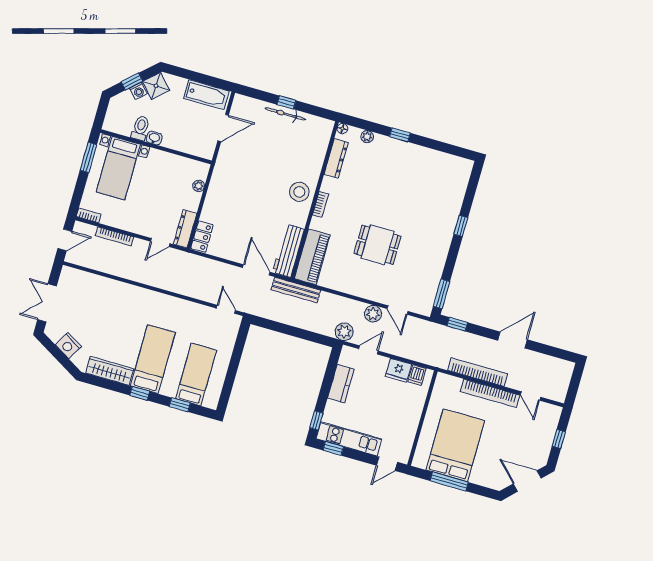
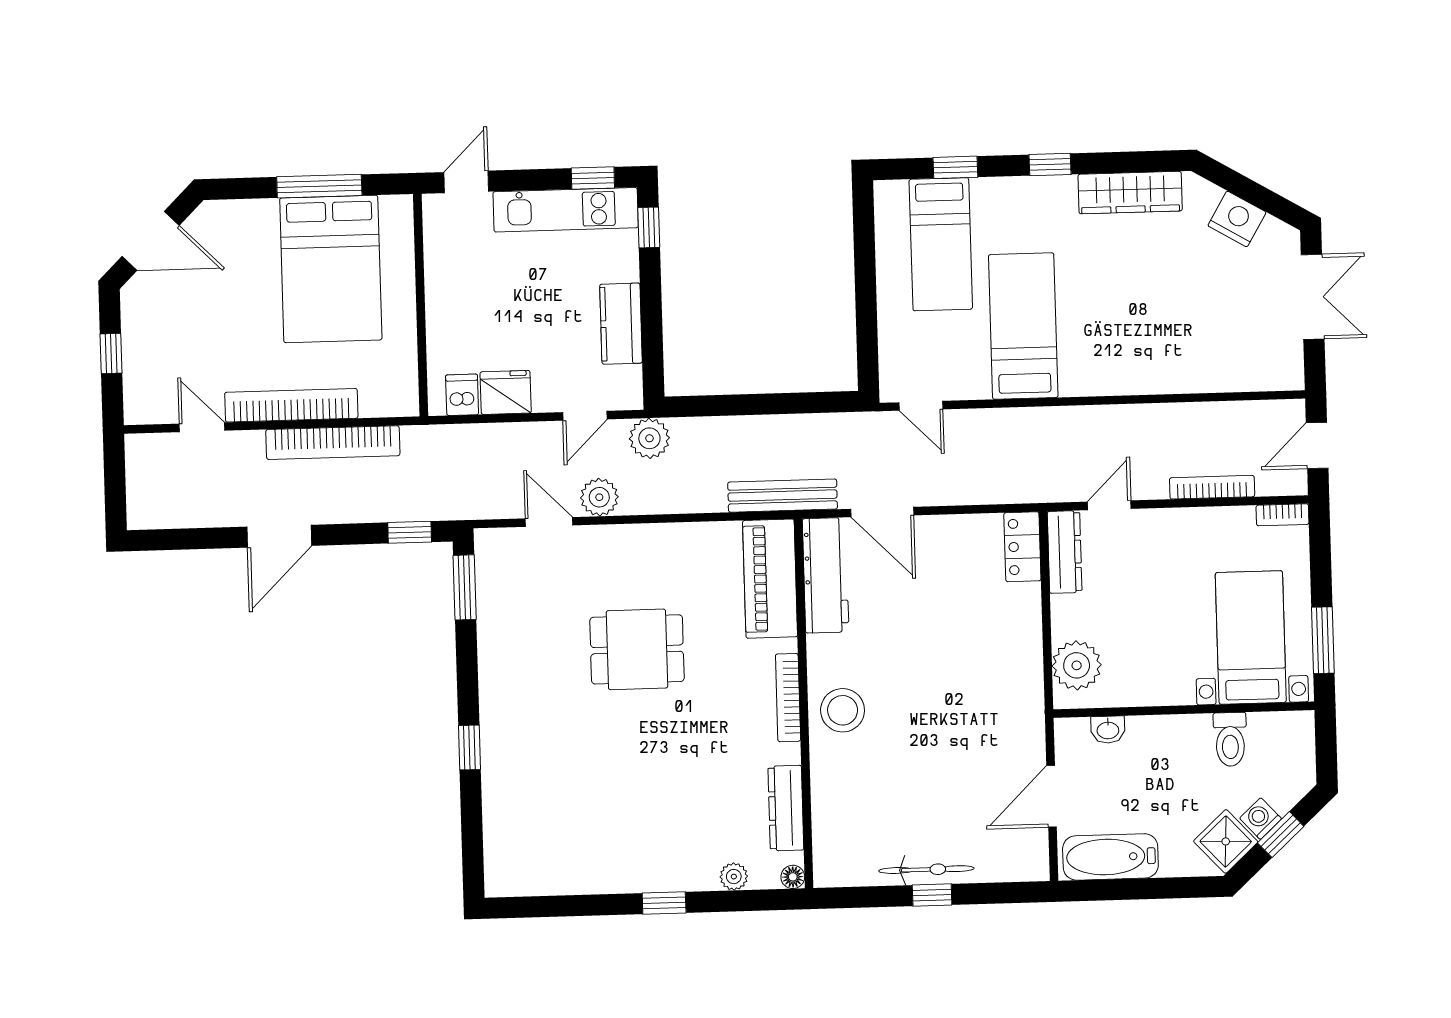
washbasin: (154, 138) -> (1108, 730), moved
plant: (199, 186) -> (1077, 665), width x1.87, depth x1.87
bookcase: (321, 204) -> (788, 698), width x1.56
bed: (153, 359) -> (1023, 326), moved, turned 180

